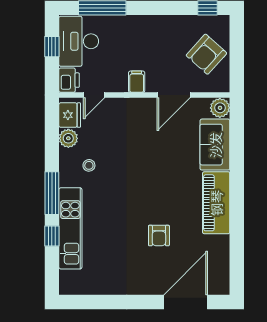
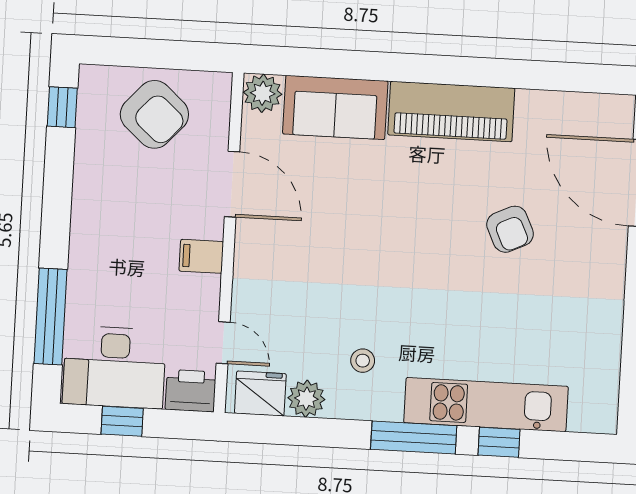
armchair: (159, 236) -> (510, 229), turned 65

